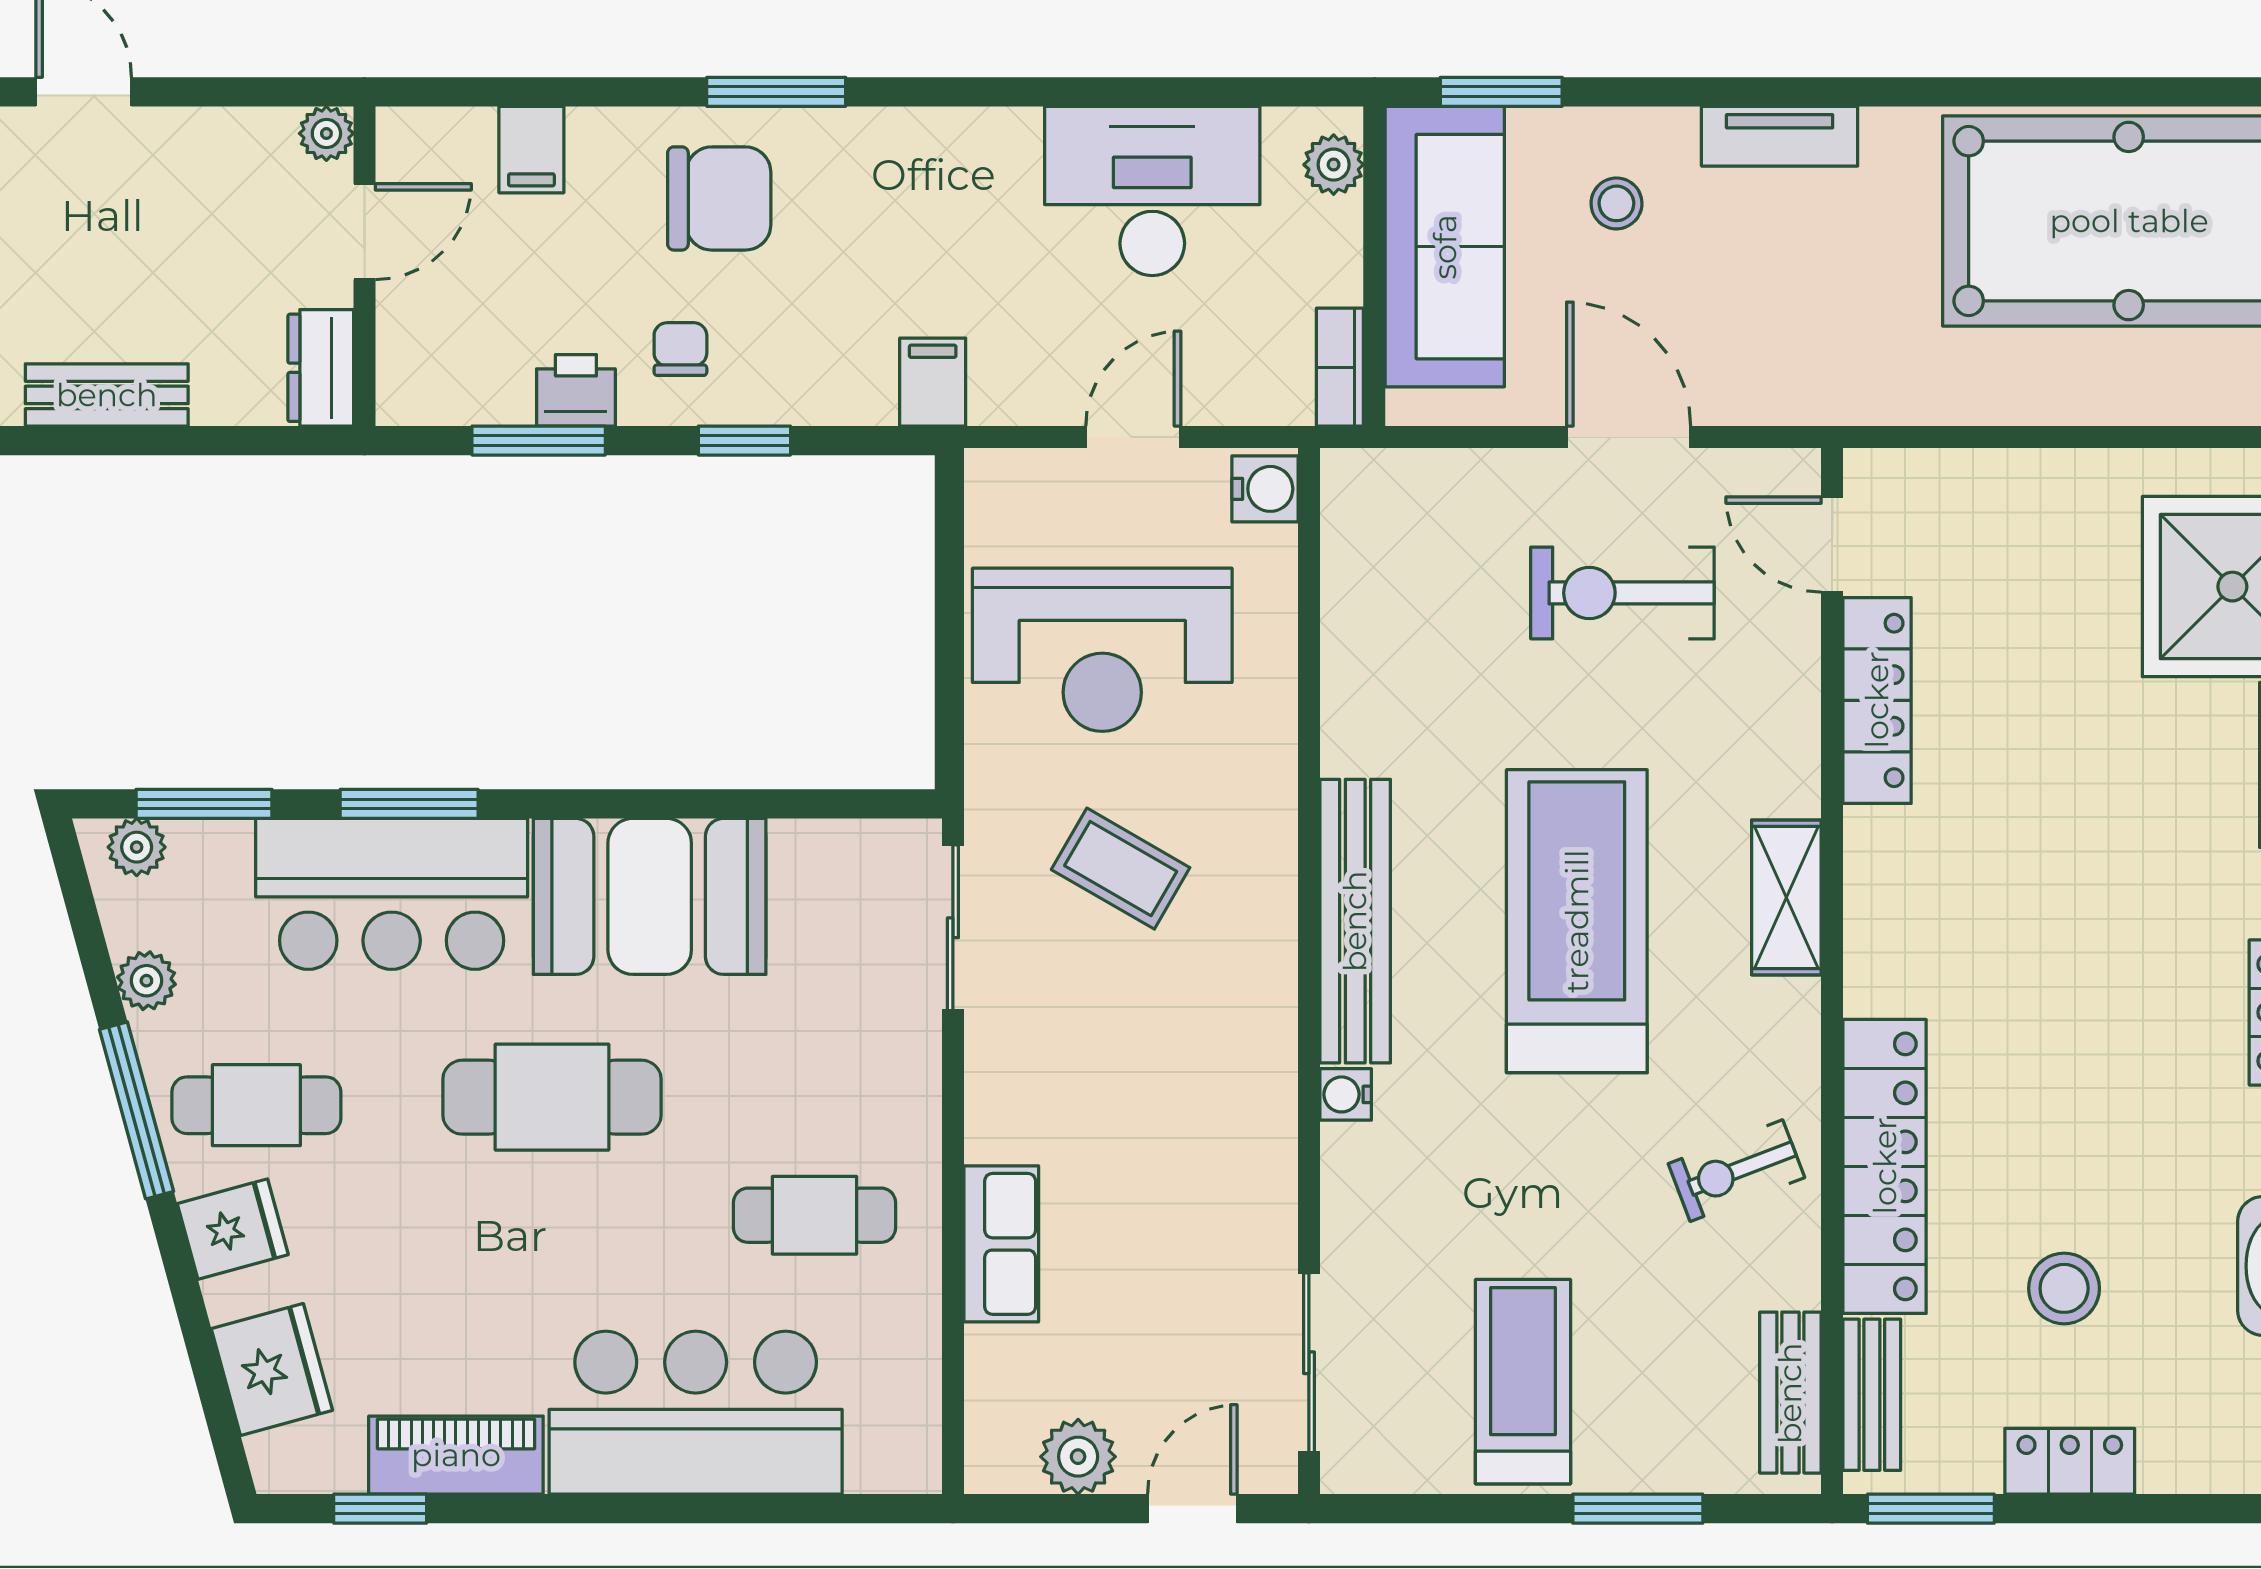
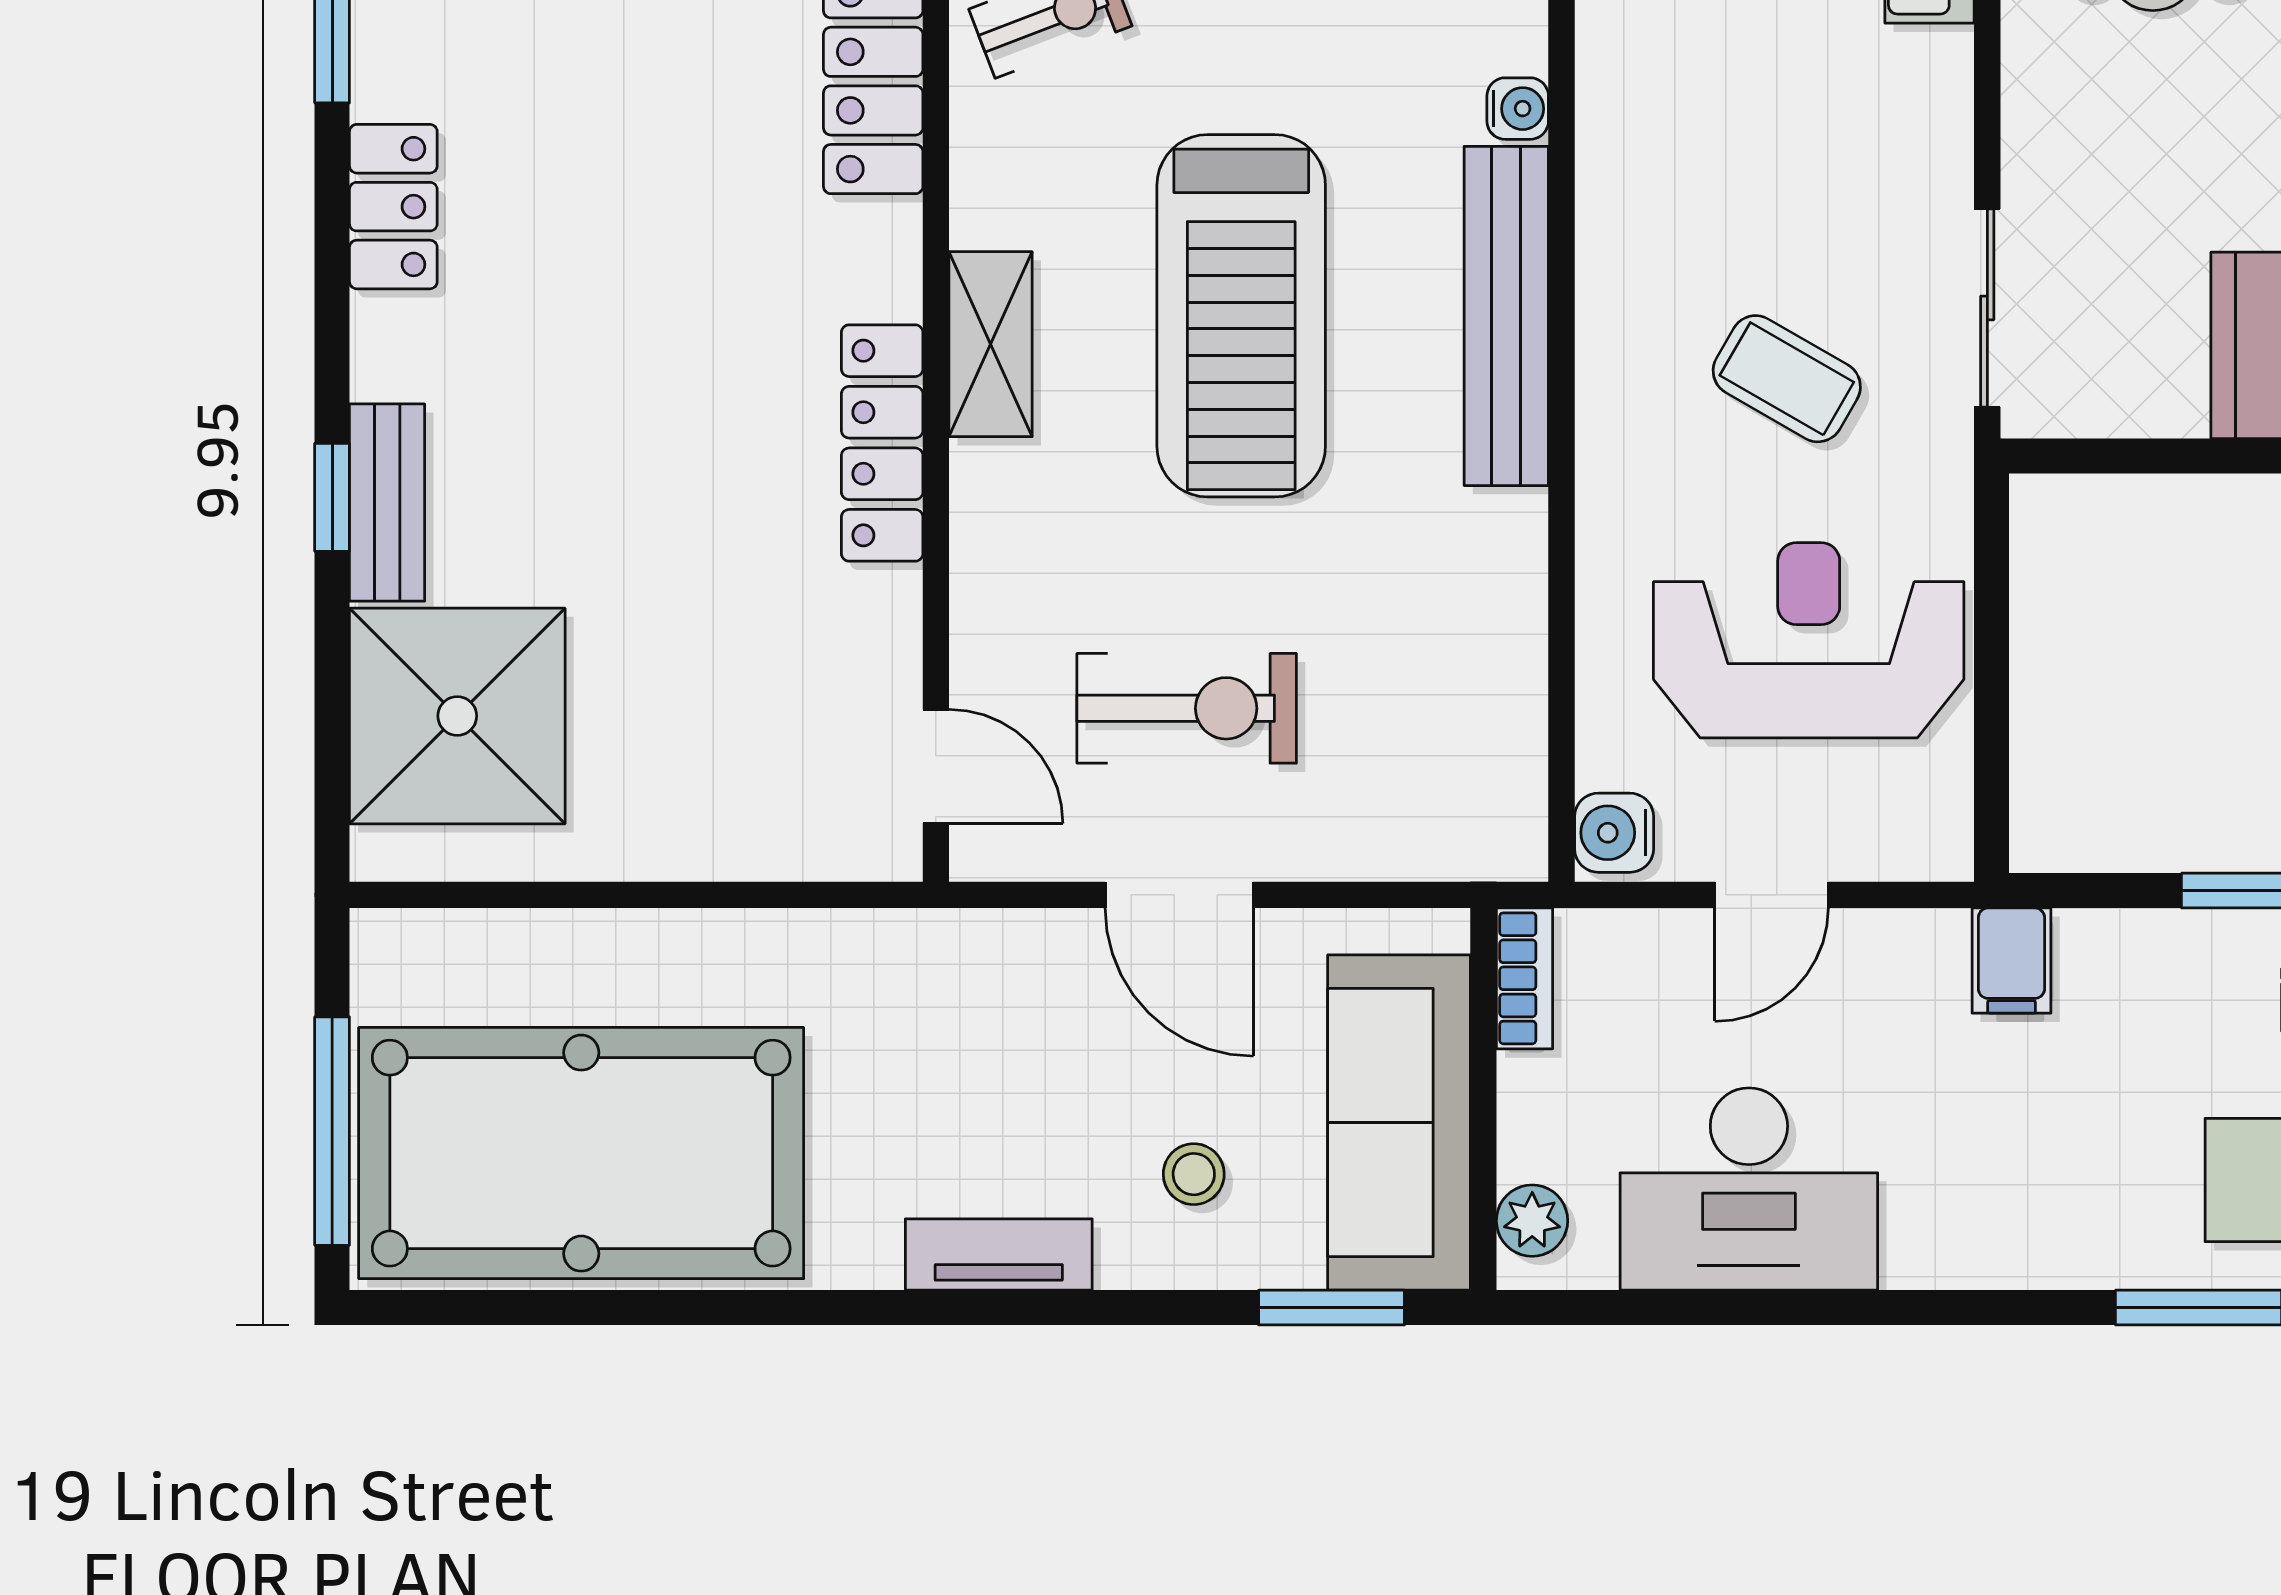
locker: (1877, 700) -> (882, 443), moved

